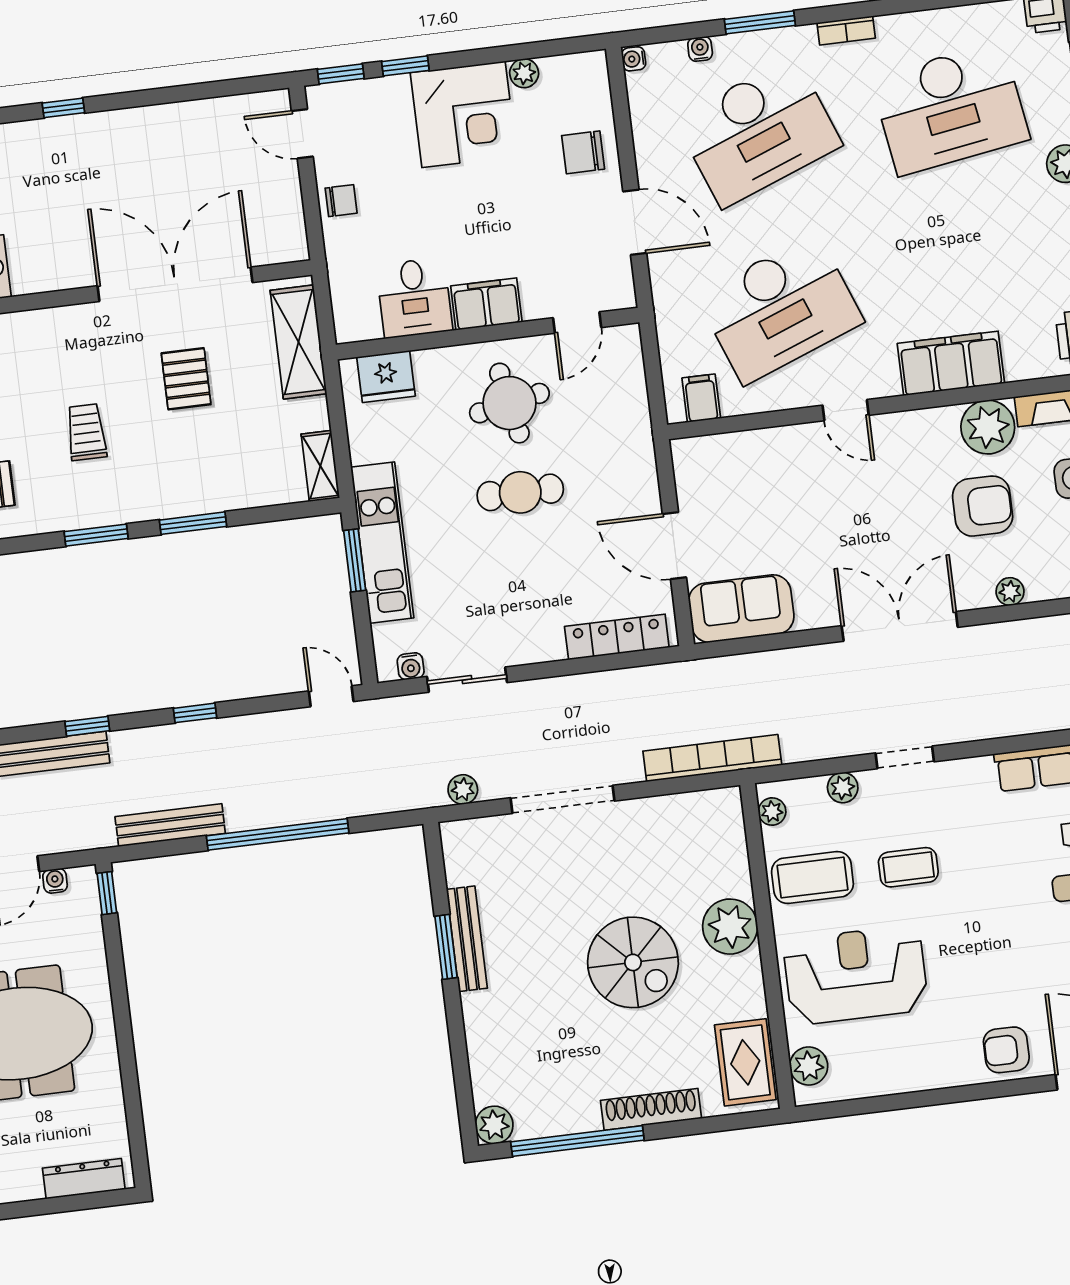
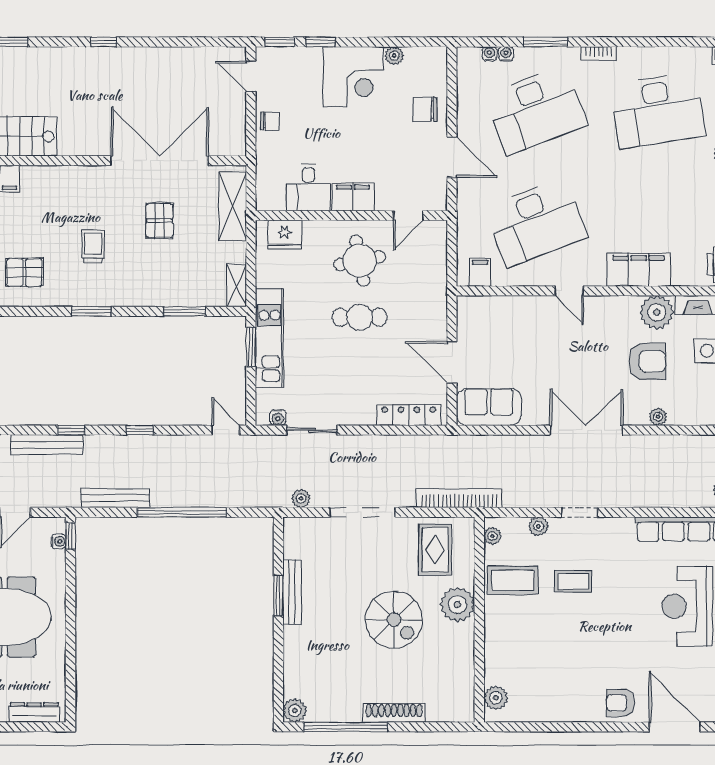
water cooler: (634, 59) -> (489, 54), moved, turned 90
window: (193, 523) -> (185, 311), moved
water cooler: (55, 881) -> (59, 541), moved, turned 90
reception desk: (856, 975) -> (532, 645), removed
rug: (745, 1062) -> (435, 550), moved

